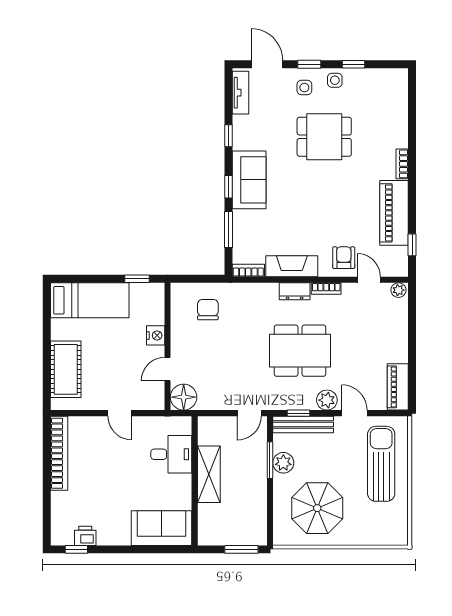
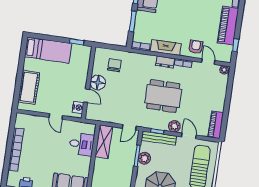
nightstand: (156, 335) -> (78, 108), moved
door: (168, 369) -> (87, 96), swing flipped
floor lamp: (184, 397) -> (98, 82), moved
bookcase: (59, 453) -> (16, 149), moved
shelving: (209, 474) -> (104, 142), moved

